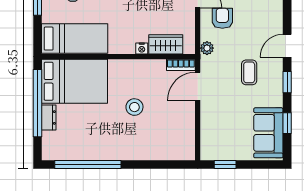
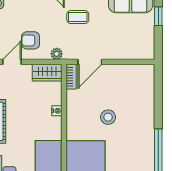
wardrobe: (166, 44) -> (47, 73), moved, turned -90
door: (198, 86) -> (90, 62), hinge flipped
window: (225, 165) -> (158, 16), moved

